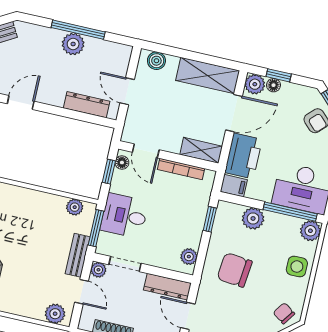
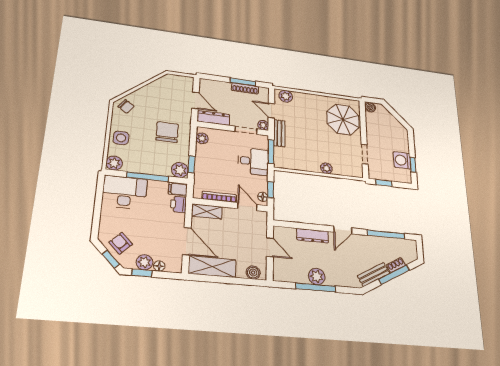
window: (279, 75) -> (142, 273), moved
plant: (255, 84) -> (145, 262), moved
dresser: (87, 105) -> (313, 236), moved
door: (234, 113) -> (187, 241), swing flipped
printer: (243, 156) -> (178, 204), width x0.53, depth x0.68
plant: (75, 207) -> (326, 168), moved
window: (290, 212) -> (148, 177), moved
plant: (253, 218) -> (180, 170), moved
chair: (235, 270) -> (167, 132), turned -96

